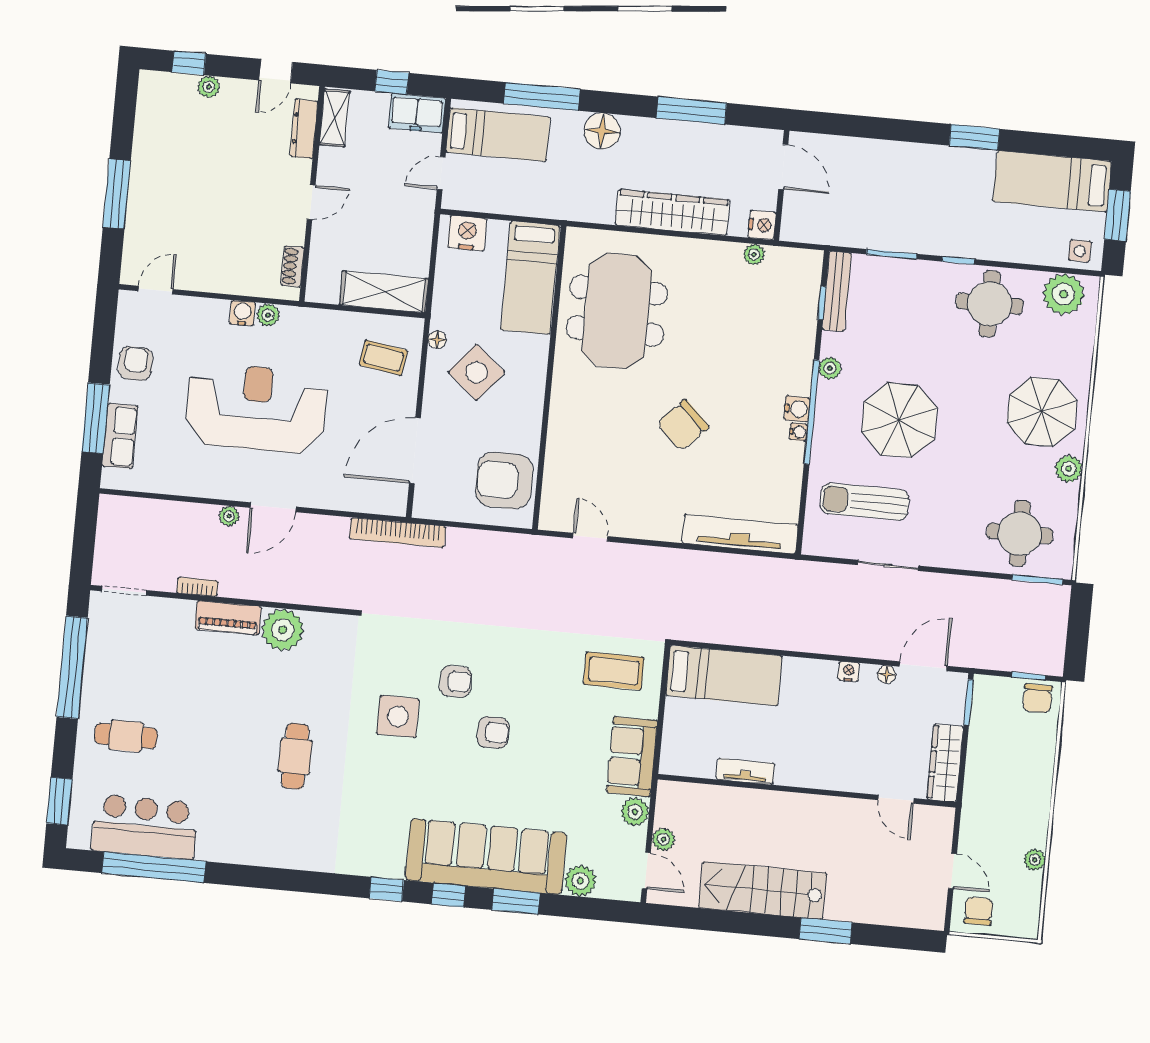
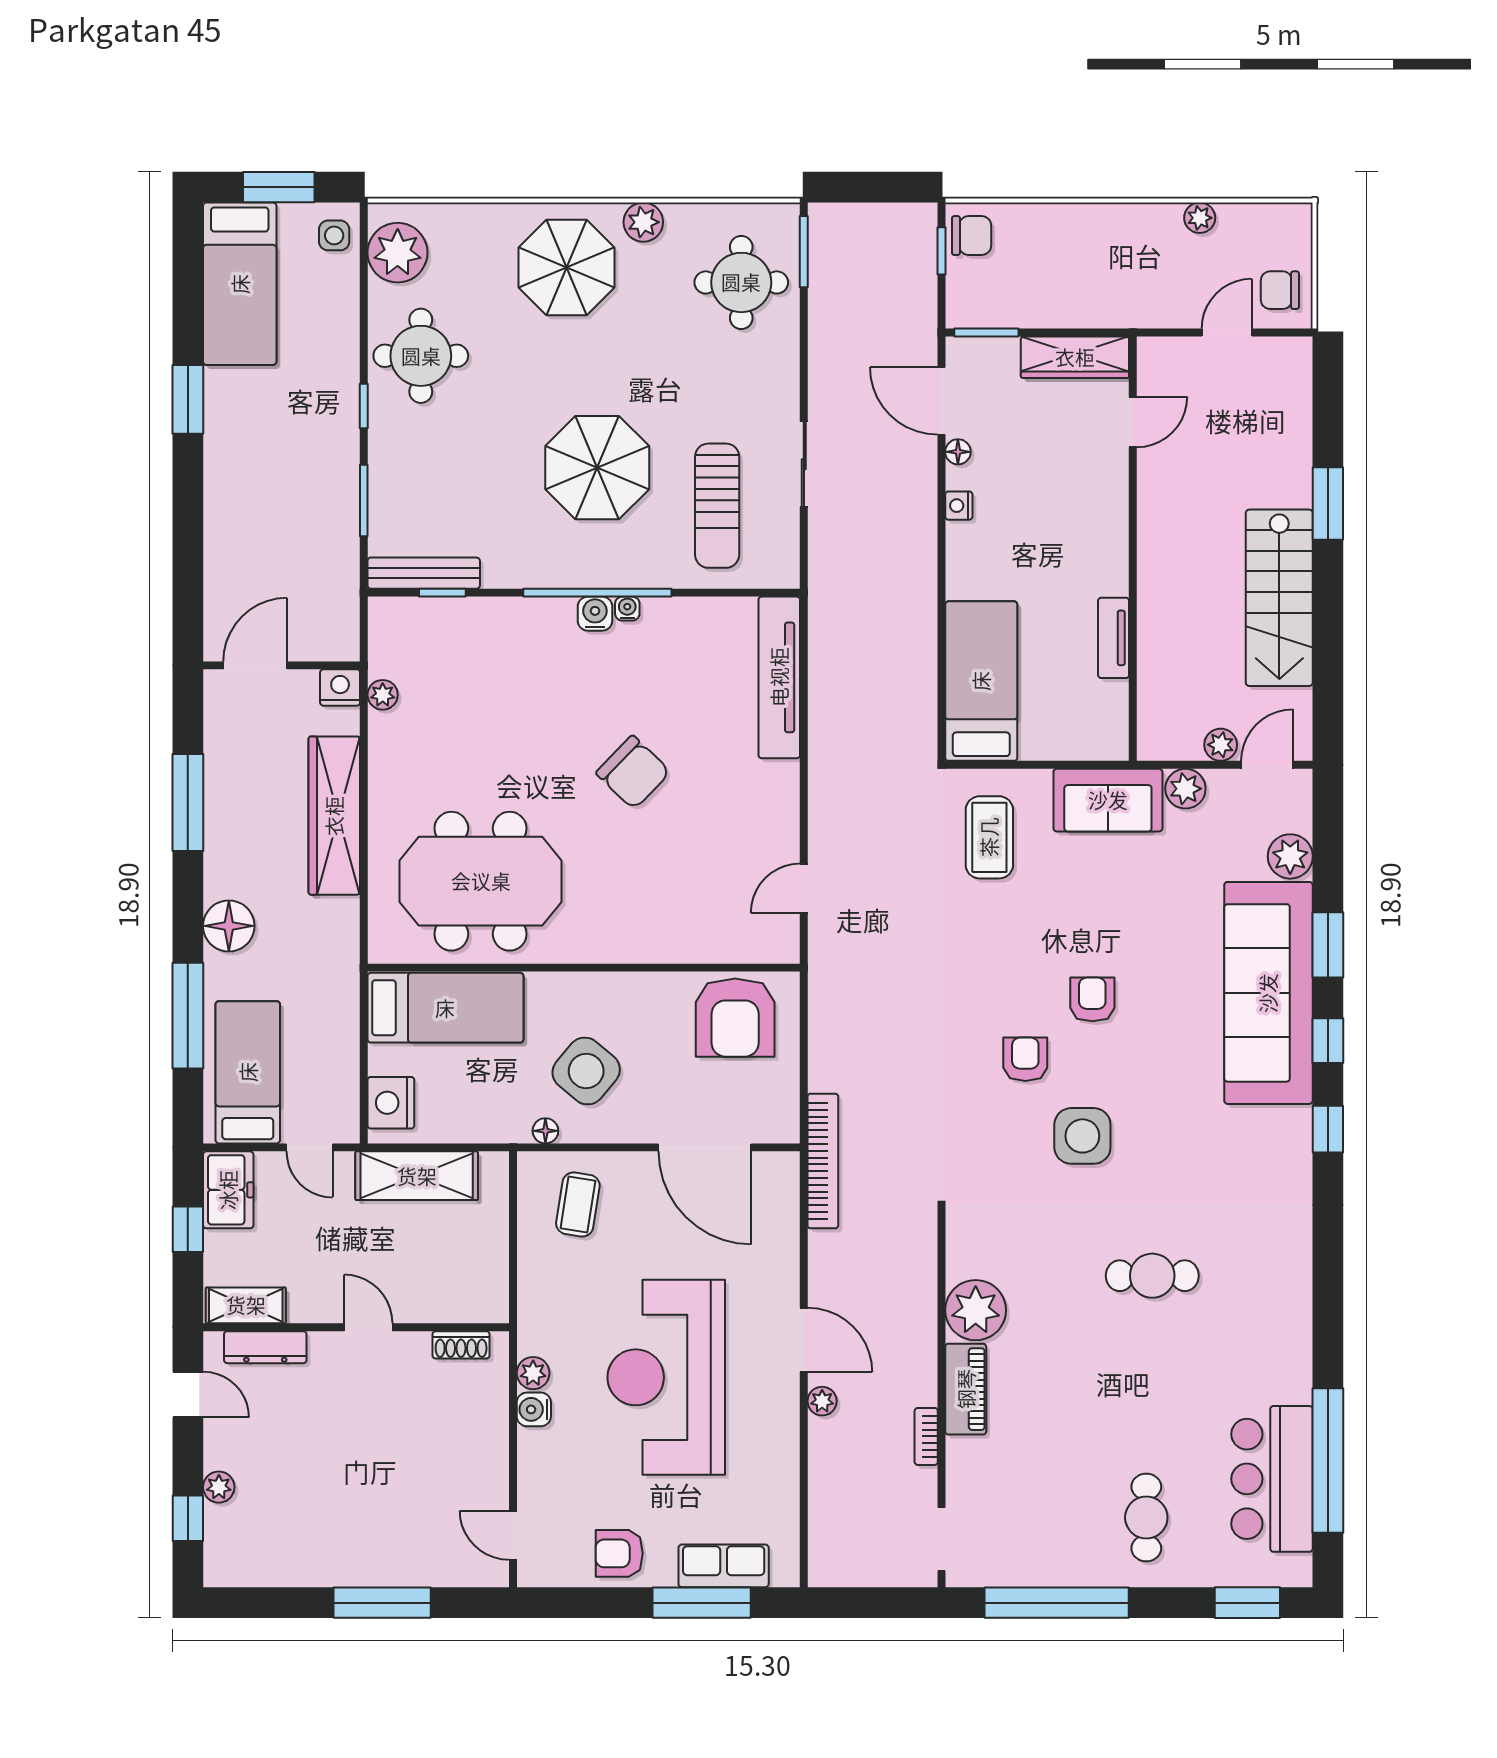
shelving: (384, 292) -> (417, 1176), moved, turned 90
plant: (830, 368) -> (533, 573), removed

